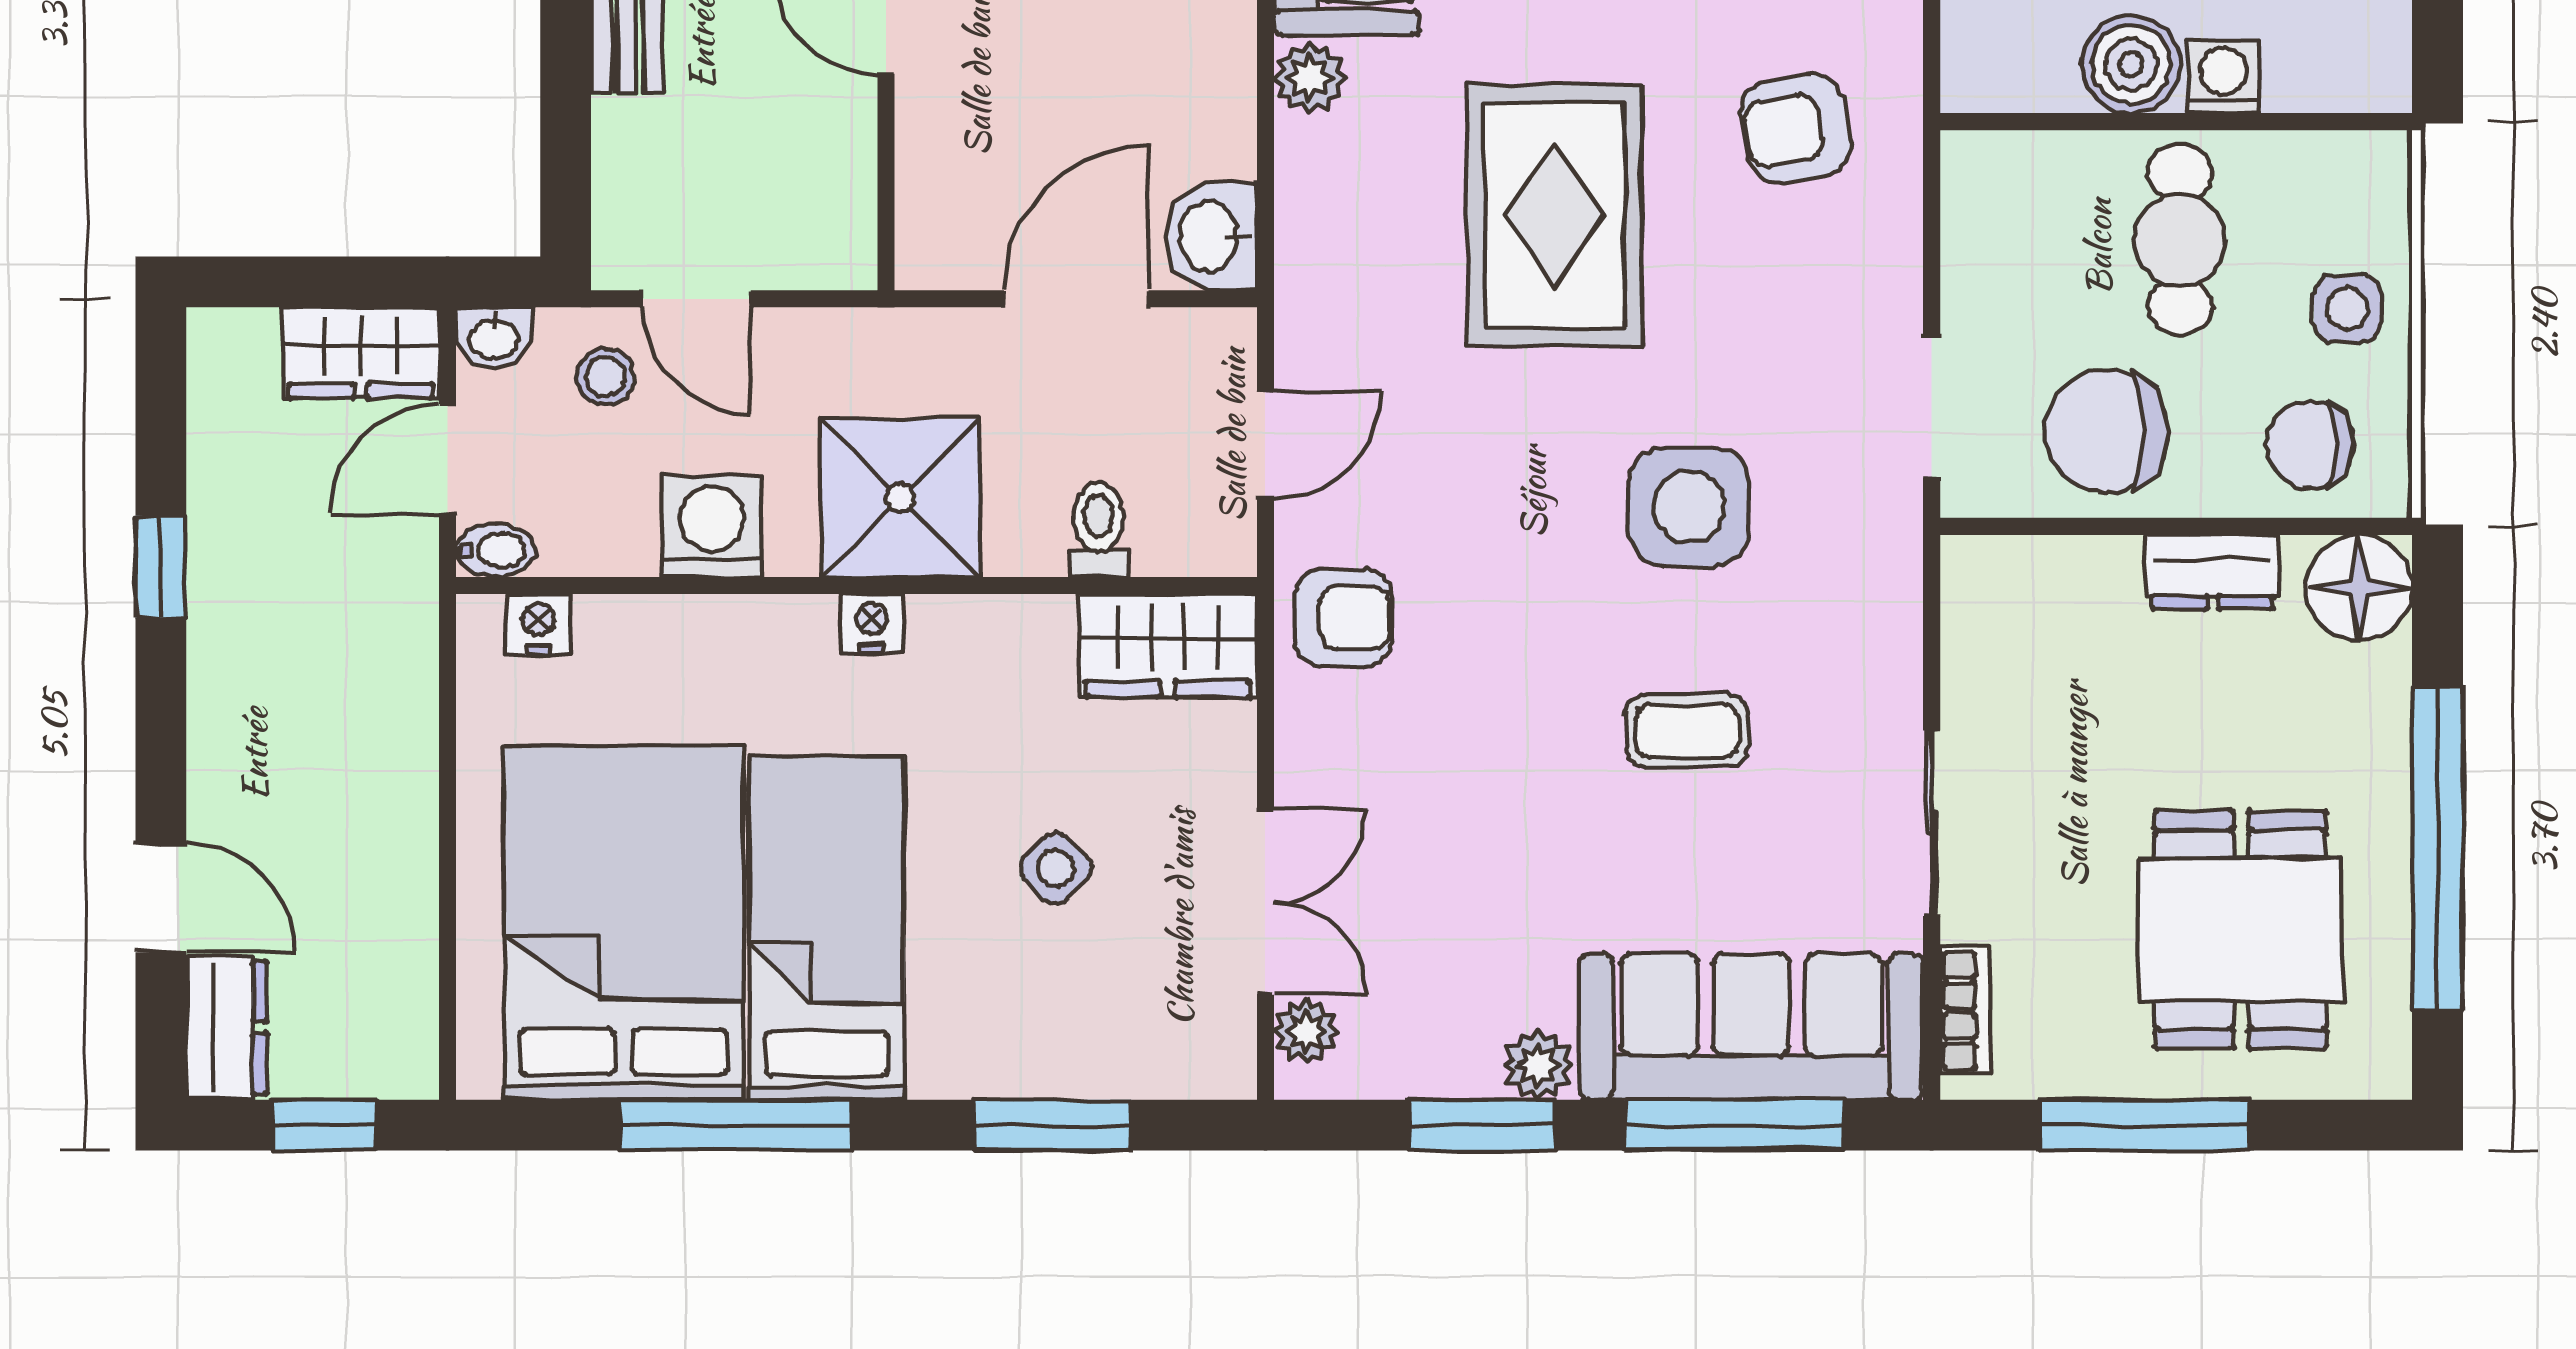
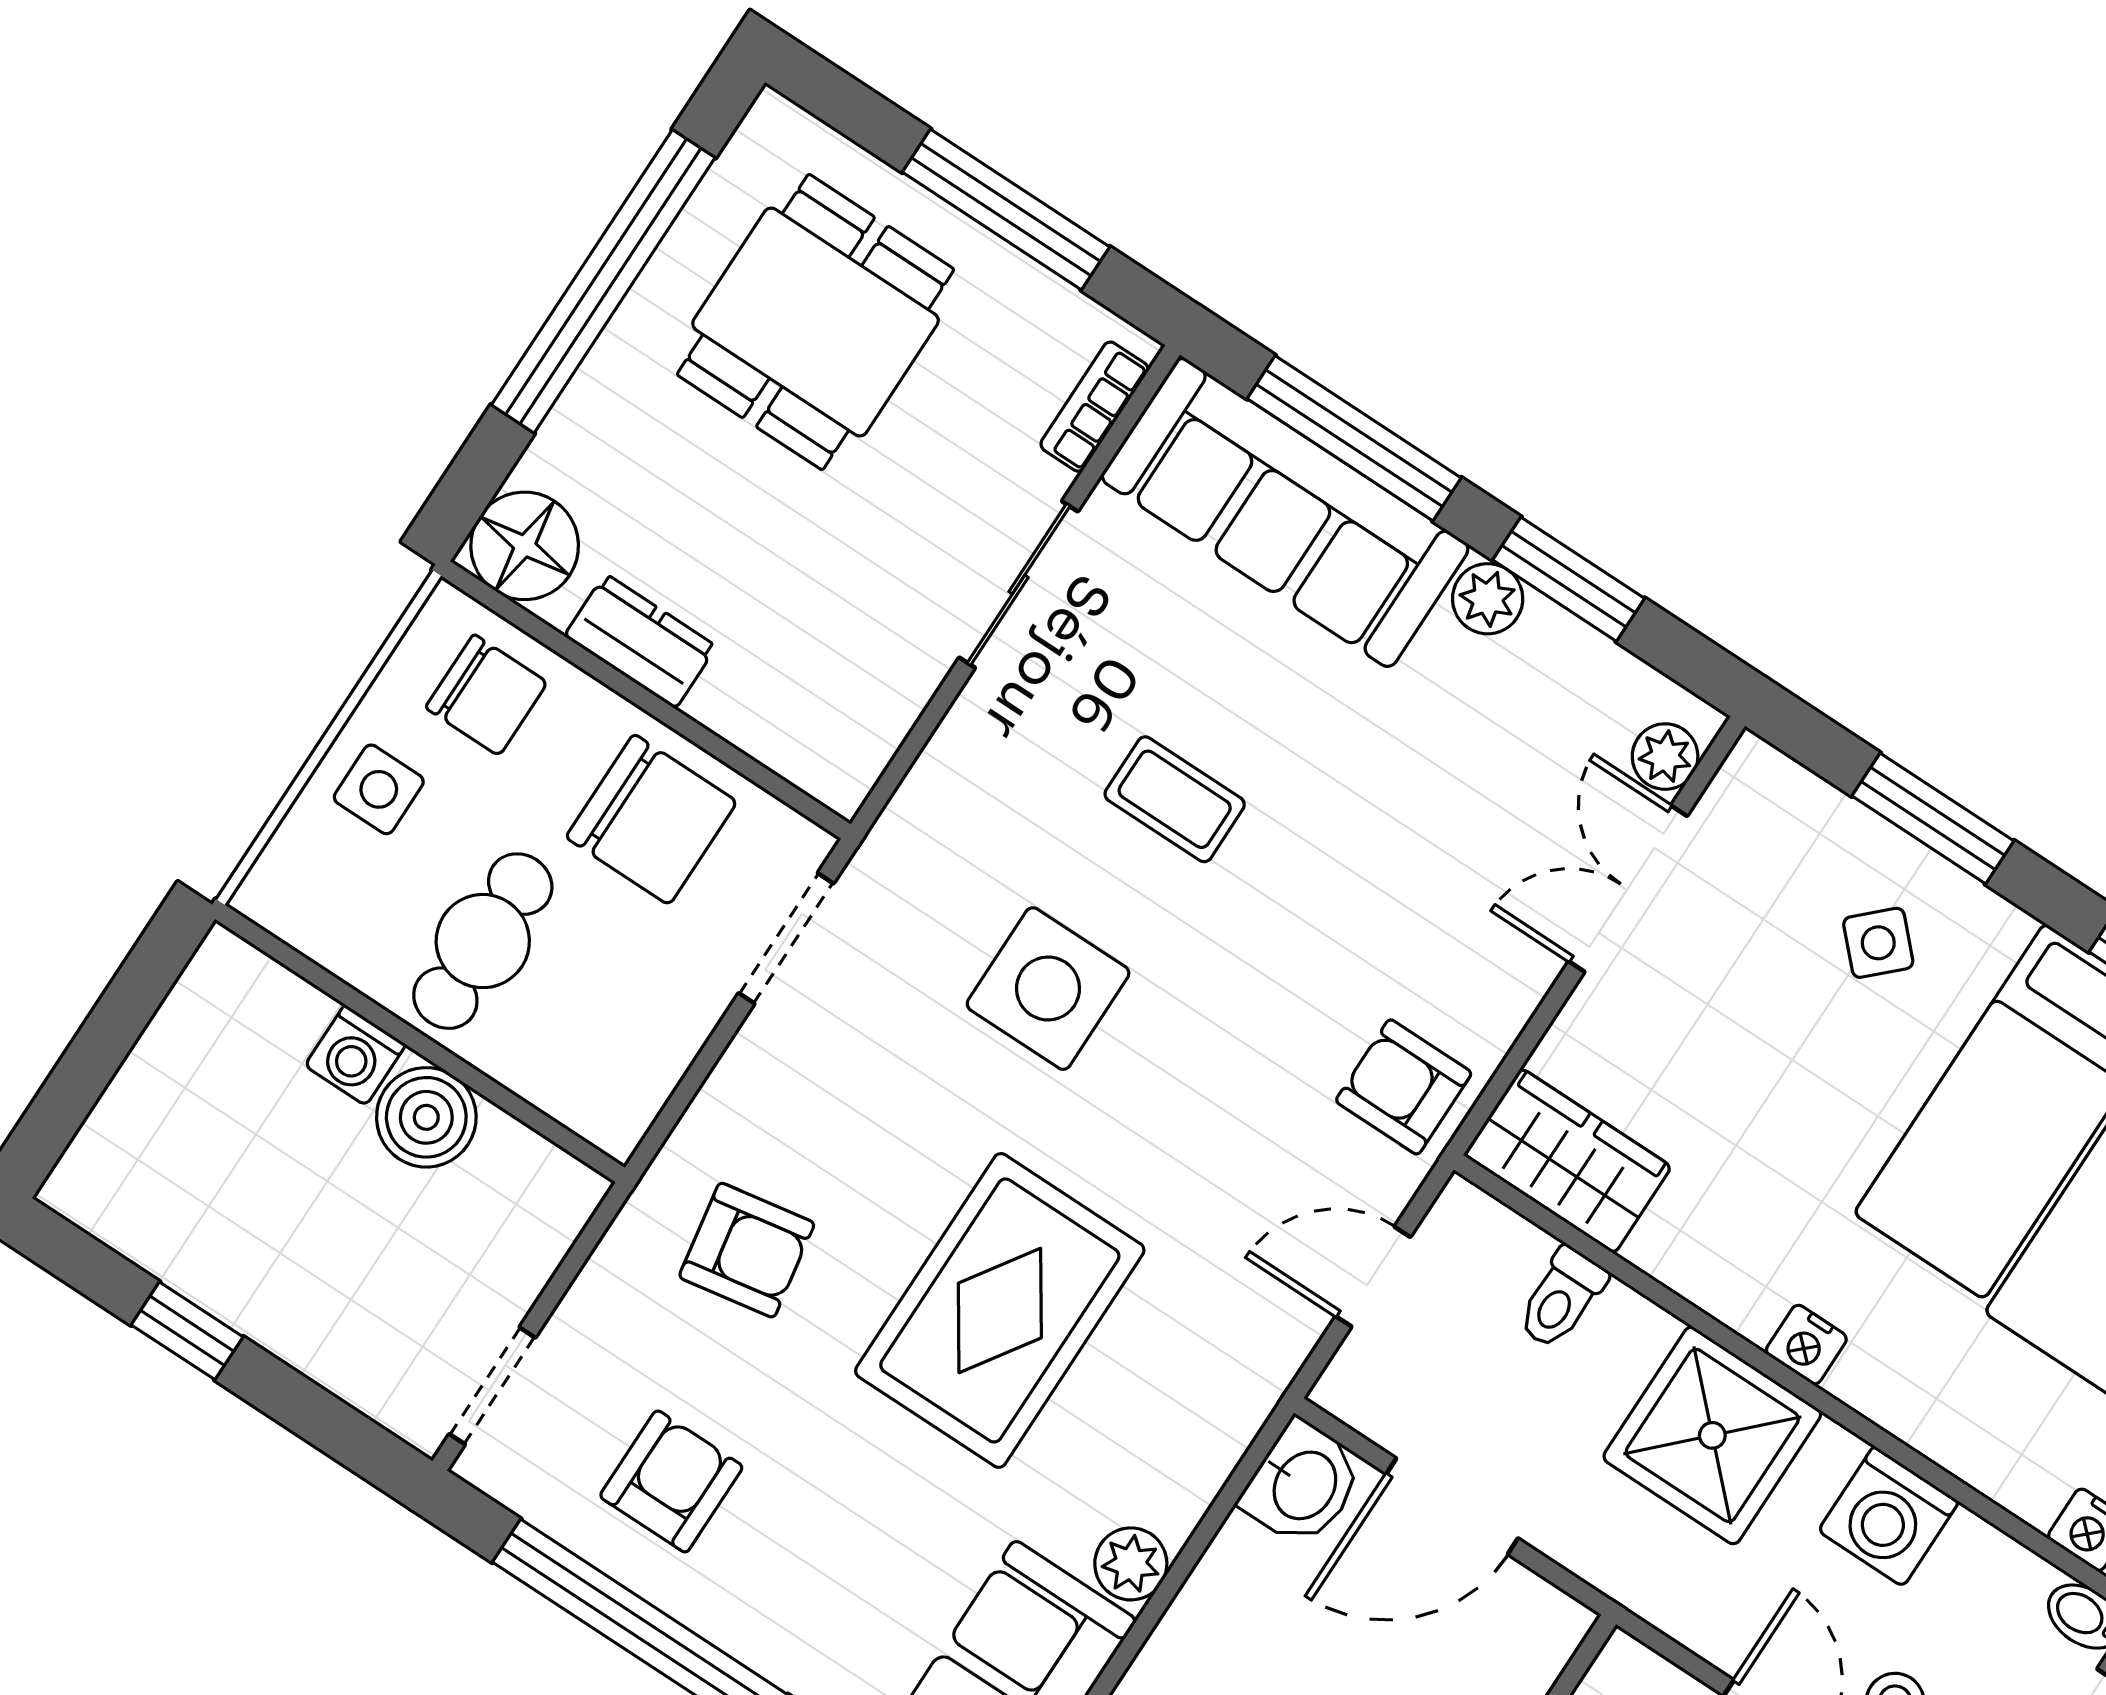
side table: (1056, 868) -> (1878, 943), moved

